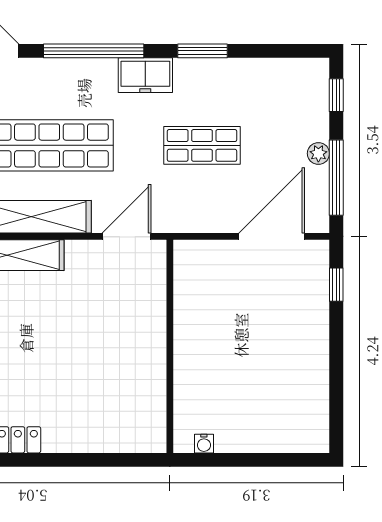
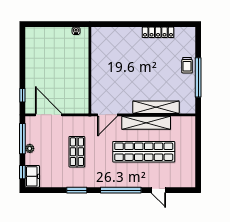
freezer: (145, 75) -> (32, 176), moved, turned 90
shop shelf: (202, 145) -> (77, 152), turned 90
door: (272, 236) -> (49, 115), swing flipped

